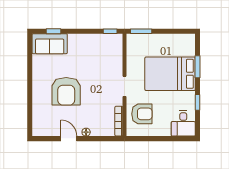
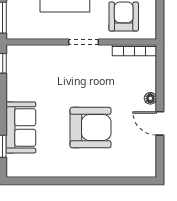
sofa: (50, 44) -> (21, 127), moved
door: (69, 139) -> (160, 123), hinge flipped

